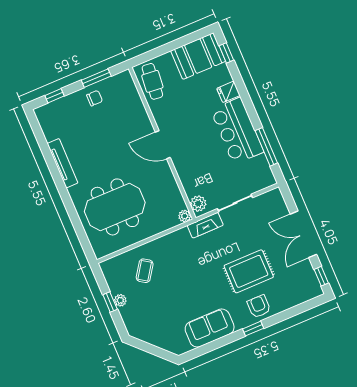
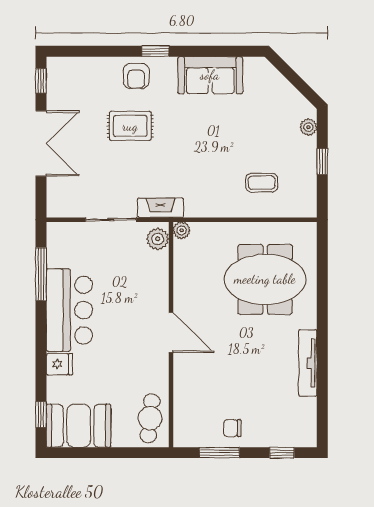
coffee table: (145, 271) -> (262, 183), turned 56
rug: (249, 271) -> (130, 126), width x0.73, depth x0.70
plant: (120, 300) -> (308, 127), moved

